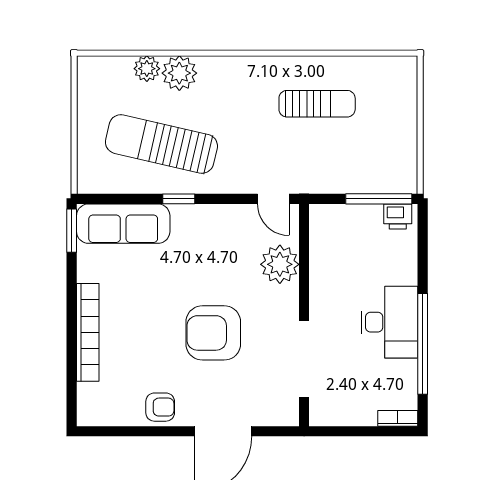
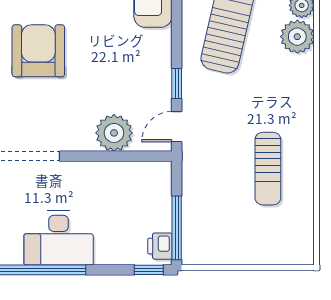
window: (179, 199) -> (177, 84), moved
window: (423, 228) -> (149, 270), added
armchair: (213, 333) -> (38, 51), moved

